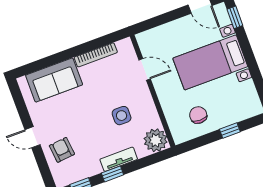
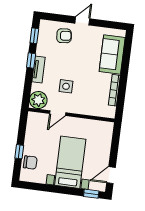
door: (145, 69) -> (58, 113), moved
chair: (198, 115) -> (30, 162), moved

